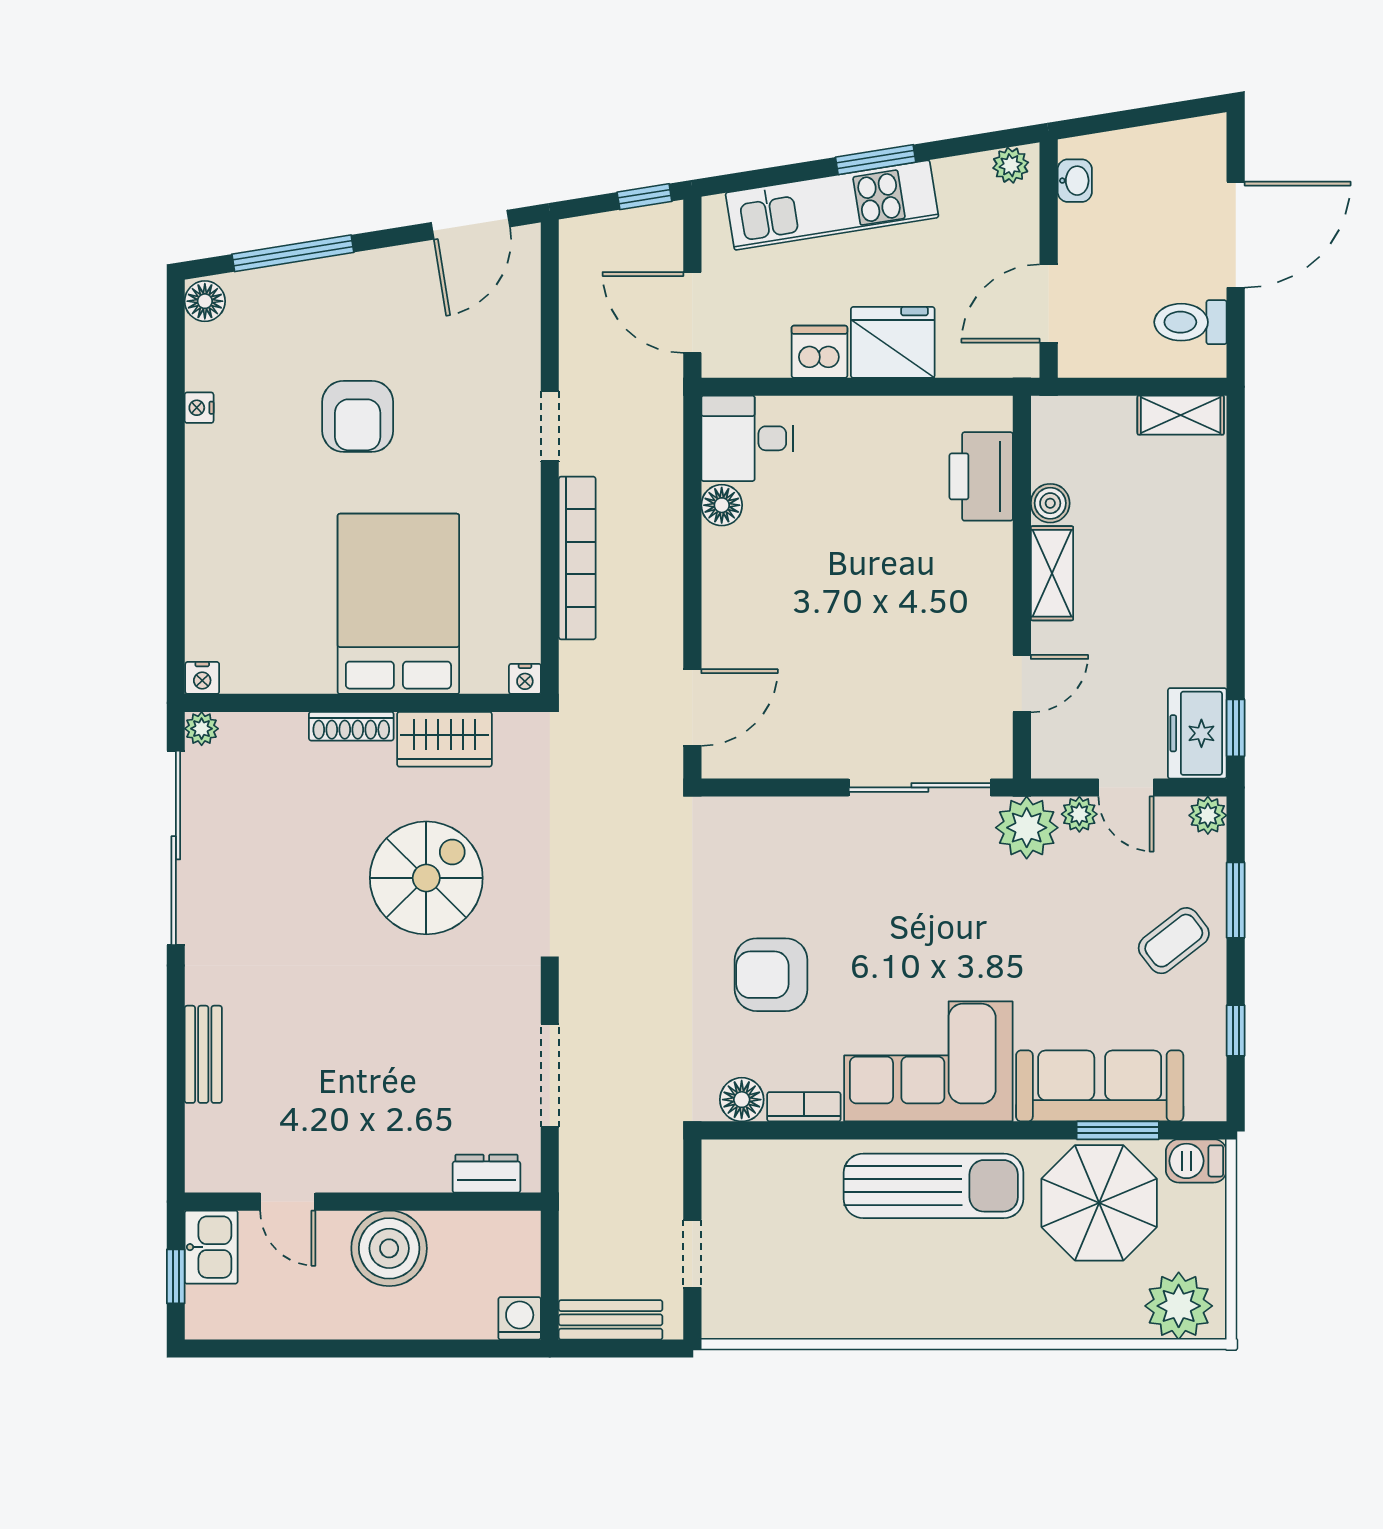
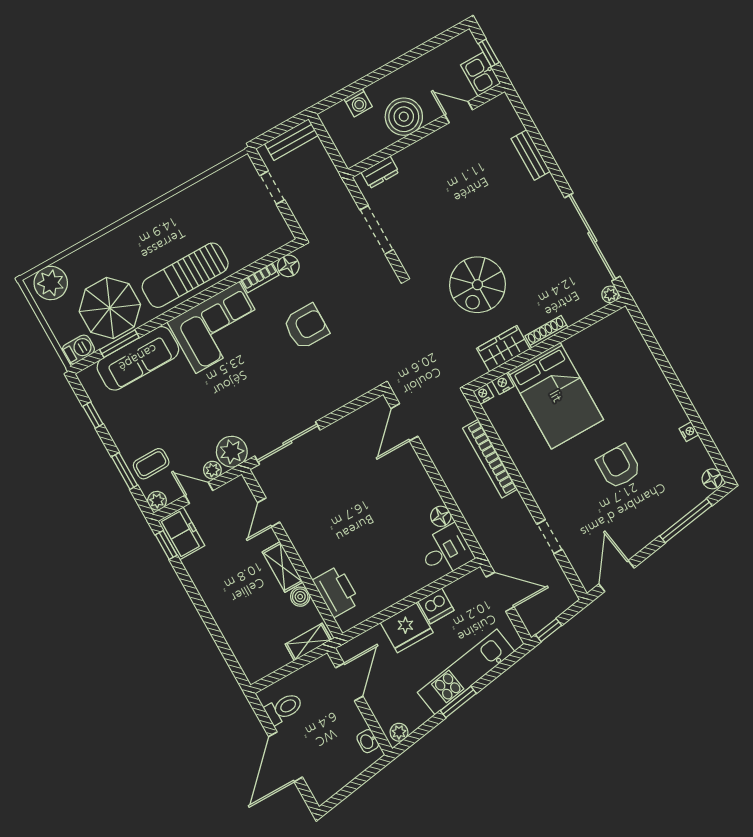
shelving: (1181, 415) -> (308, 642), moved
doorway: (550, 426) -> (550, 537), moved
nightstand: (202, 678) -> (503, 384), moved
coffee table: (1174, 941) -> (151, 464), moved, turned 38
washing machine: (520, 1318) -> (358, 103), moved

